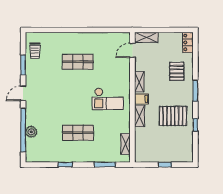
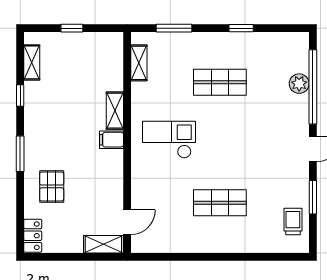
shelving: (139, 82) -> (32, 62), moved
pallet: (173, 116) -> (58, 111), removed

